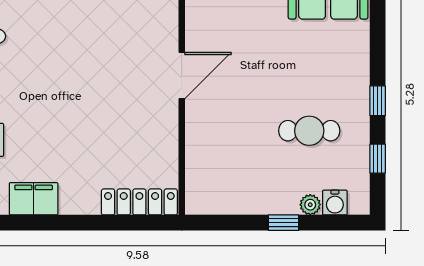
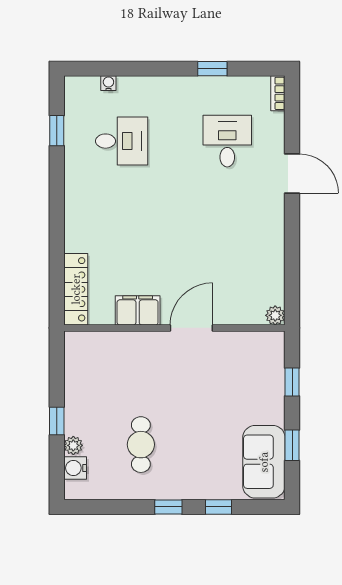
door: (182, 76) -> (191, 328), swing flipped
window: (378, 159) -> (219, 507), moved
filing cabinet: (34, 199) -> (138, 310), moved, turned -90

